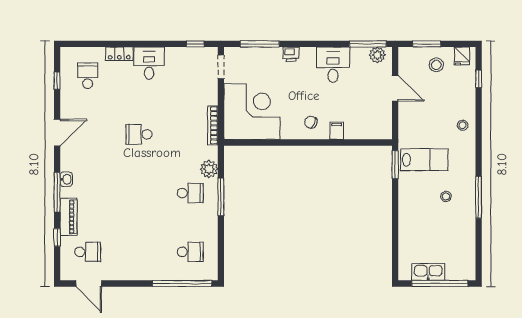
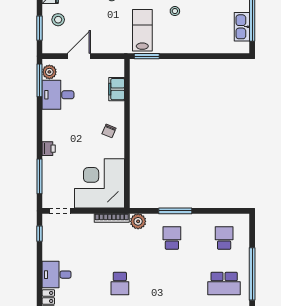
desk: (333, 65) -> (58, 95), moved
filing cabinet: (337, 131) -> (117, 89), moved, width x2.00
plant: (209, 169) -> (138, 221), moved
school desk: (139, 252) -> (224, 284), added
window: (182, 284) -> (252, 274), moved

